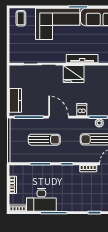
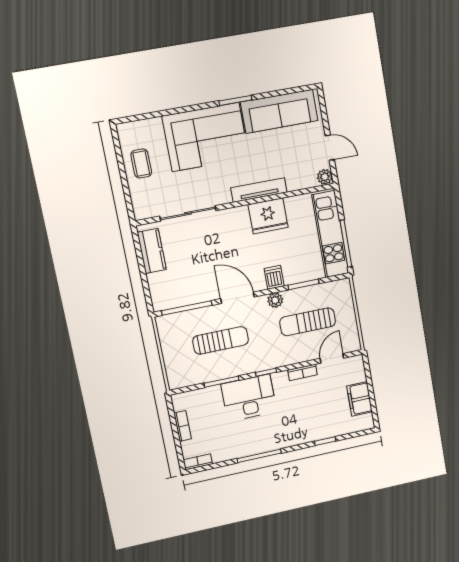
coffee table: (21, 18) -> (141, 163), moved
fridge: (74, 74) -> (268, 216), moved
kitchen counter: (15, 100) -> (152, 251), moved
plant: (99, 123) -> (275, 300), moved
desk: (41, 200) -> (249, 398), moved, turned 180

